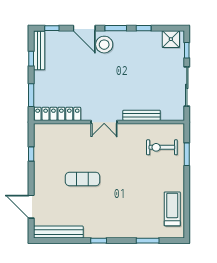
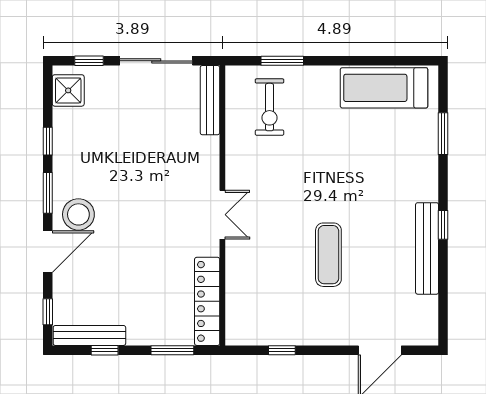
bench: (142, 115) -> (210, 100), moved
treadmill: (172, 209) -> (384, 88), width x1.37, depth x1.38
bench: (58, 232) -> (427, 248), moved

